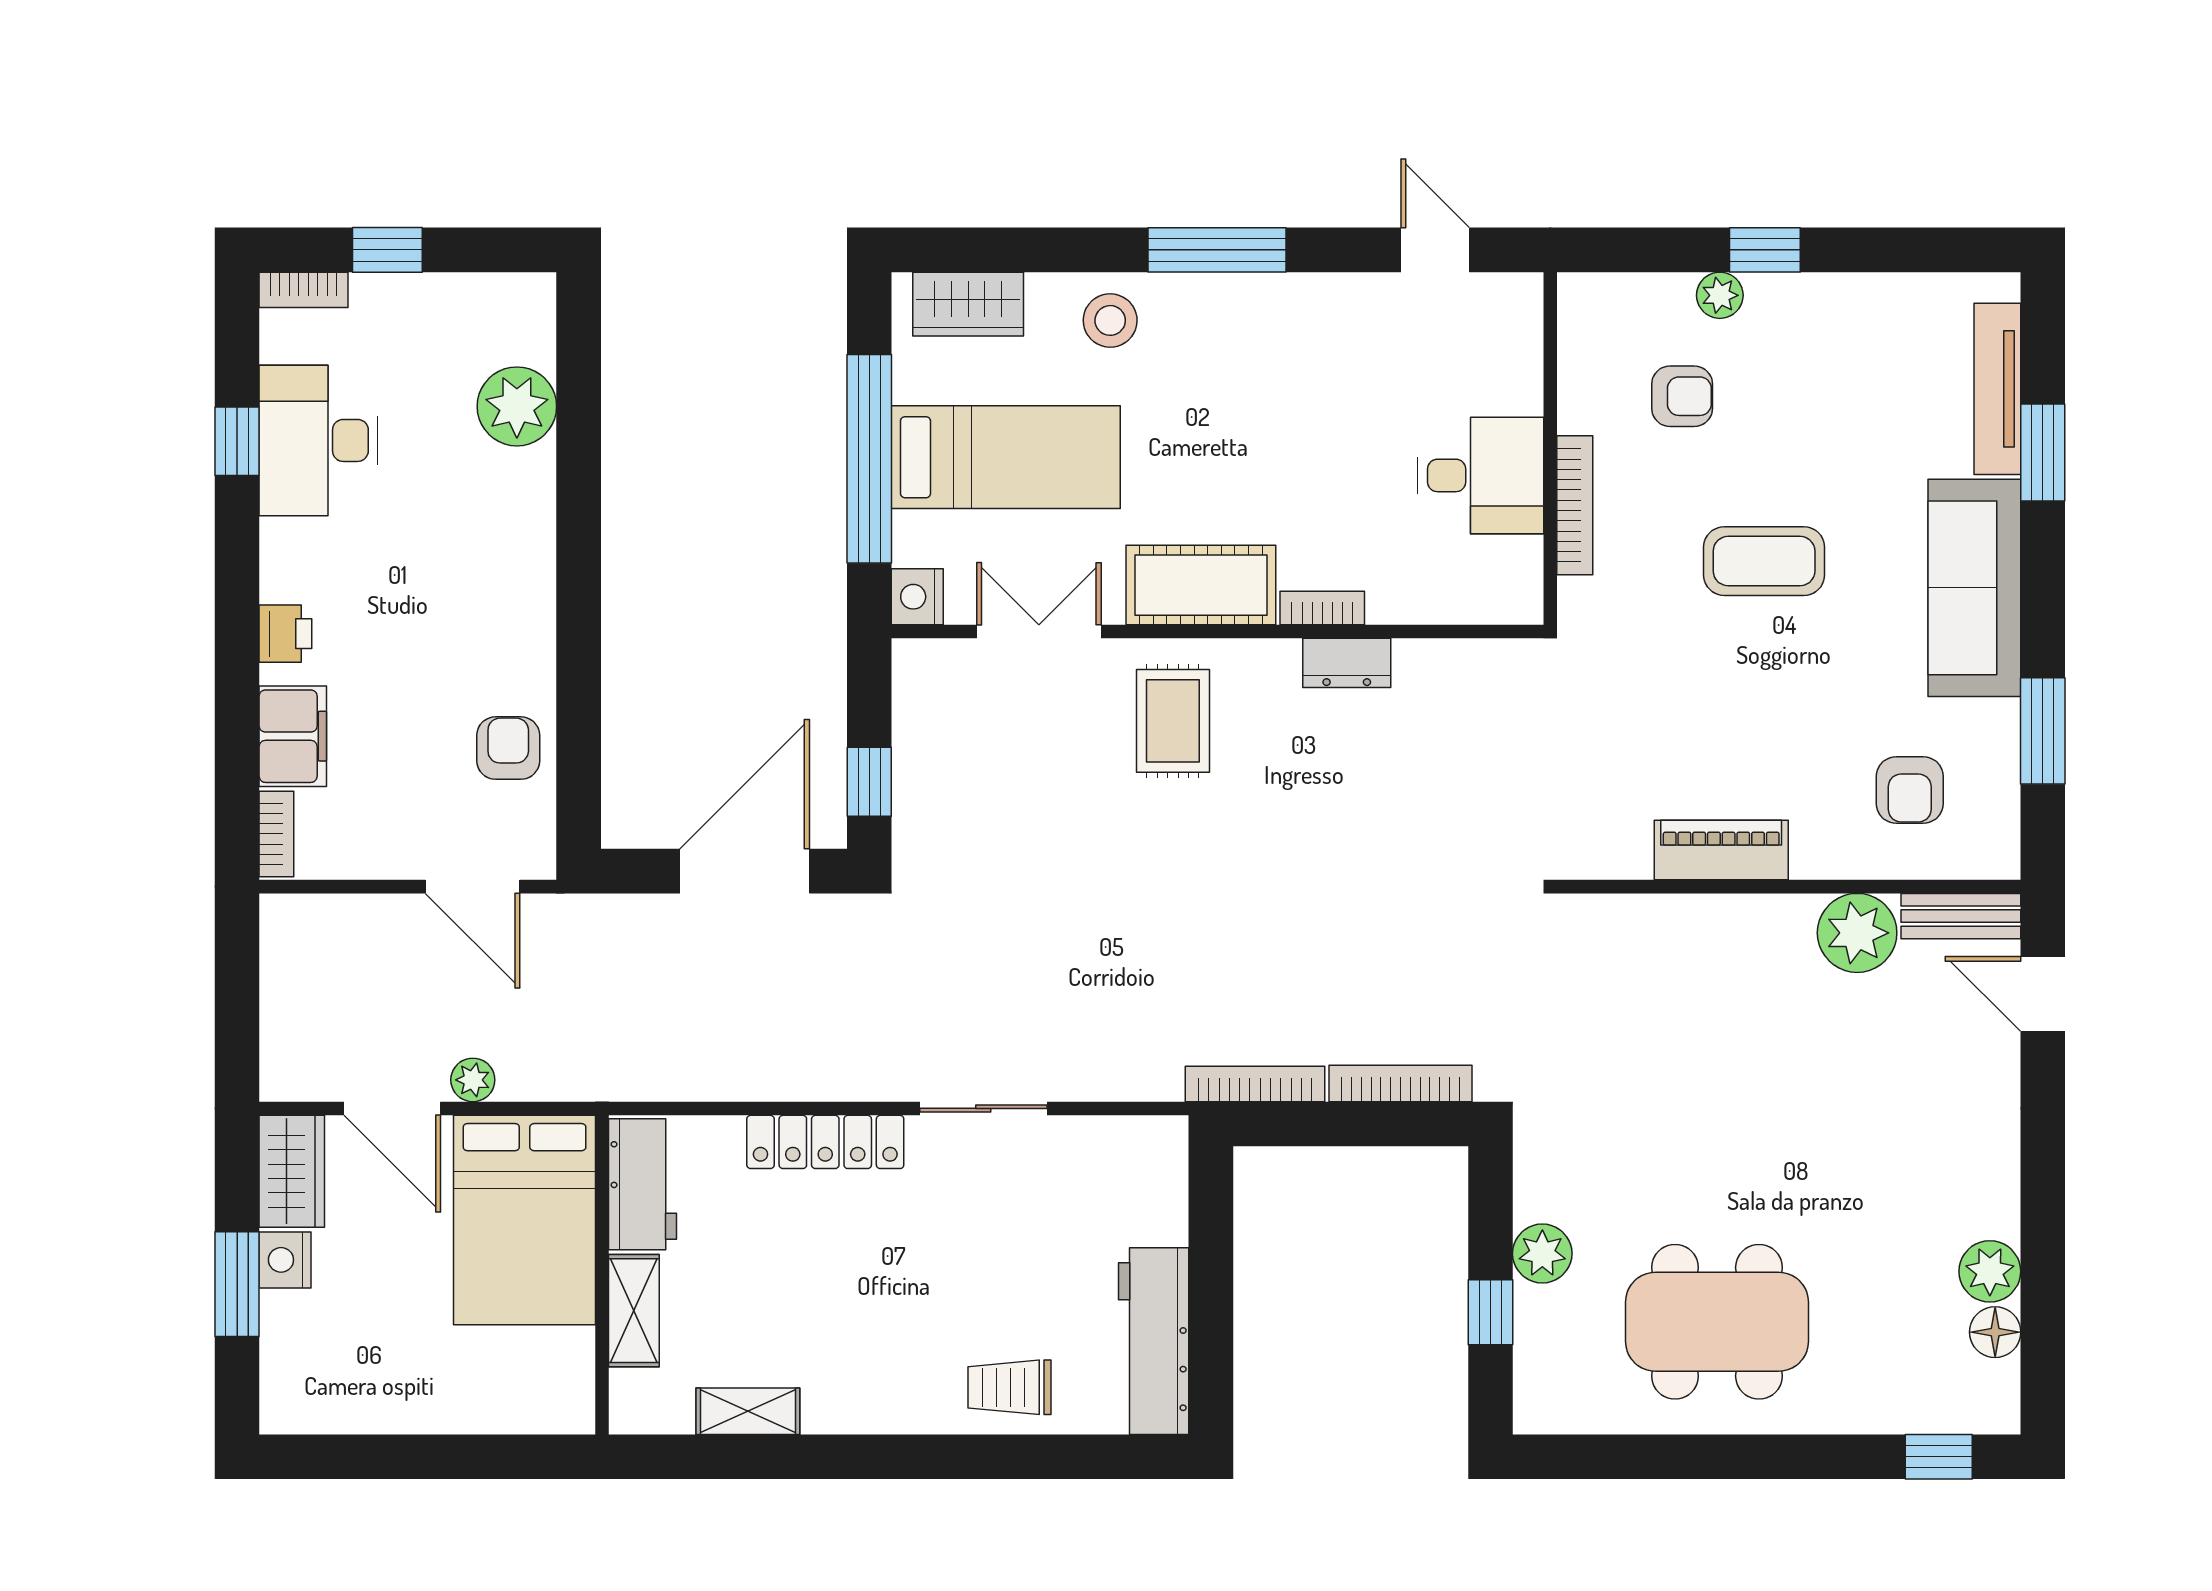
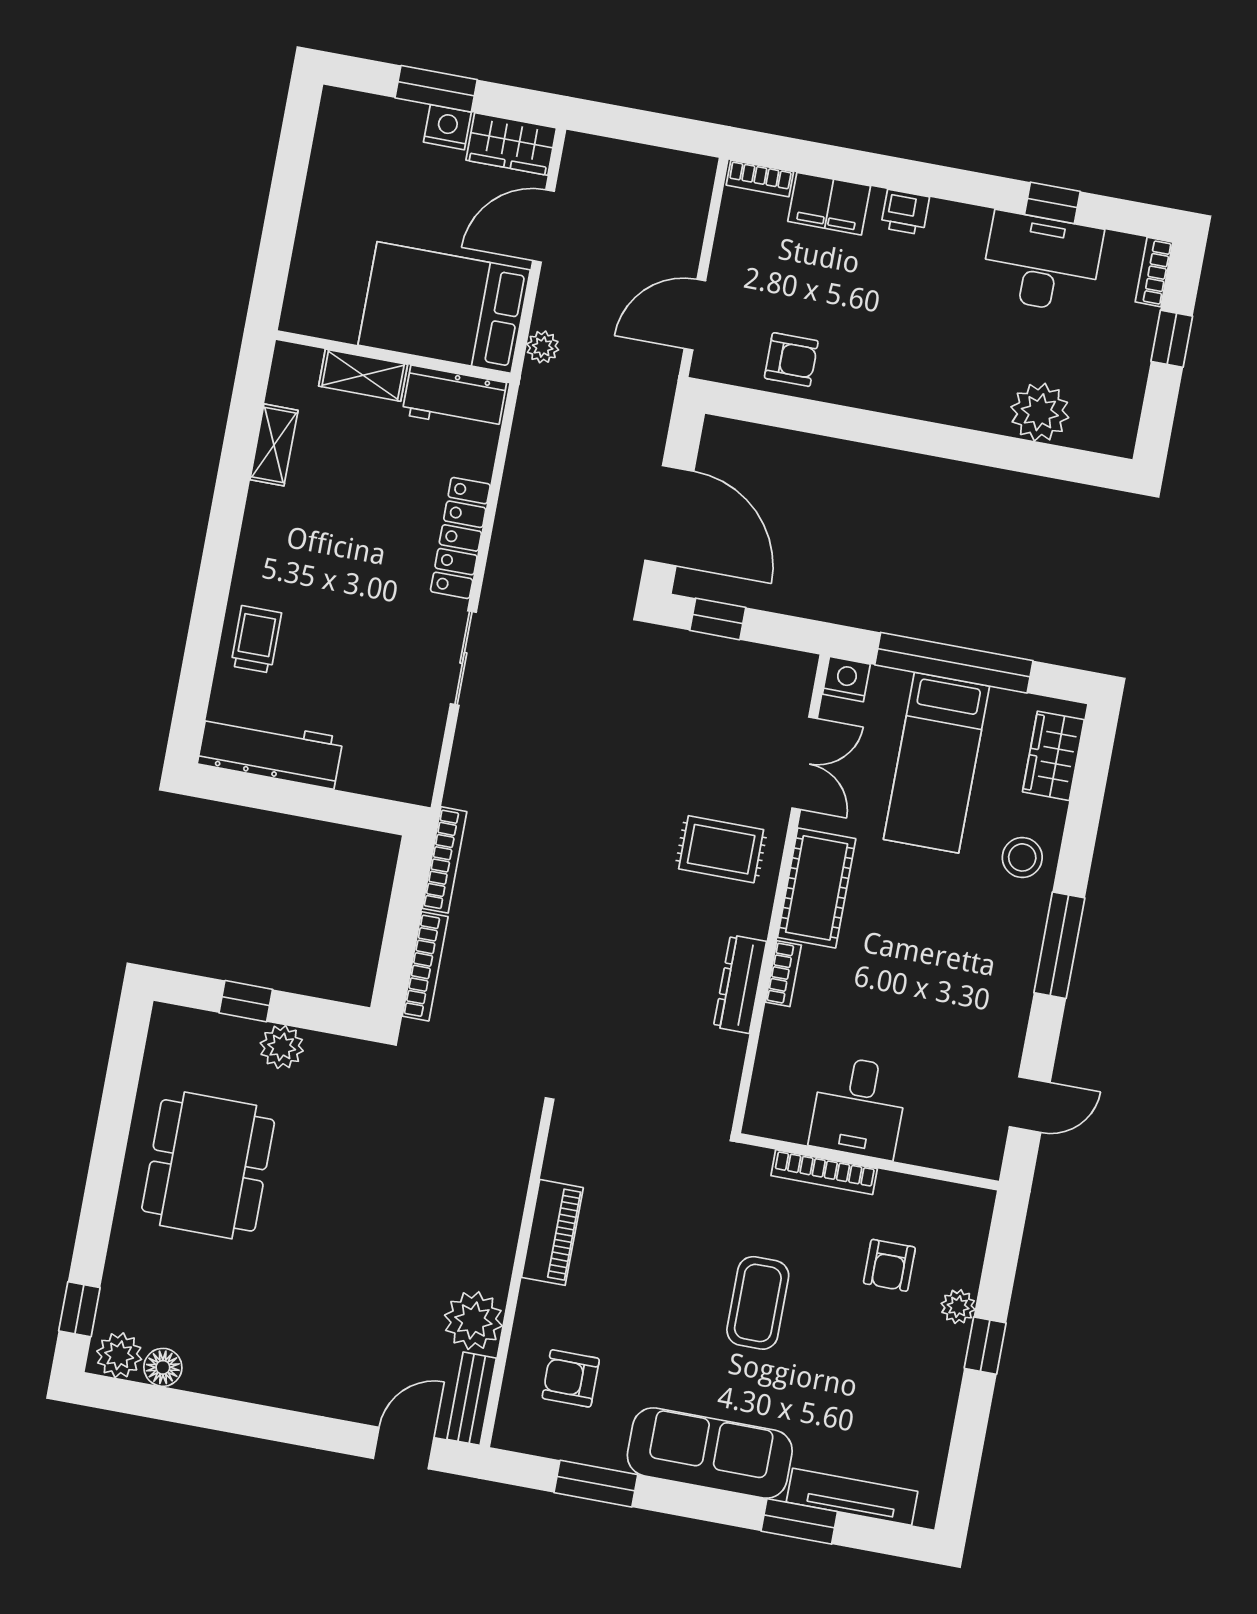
dresser: (1347, 663) -> (740, 984), width x1.44
plant: (473, 1080) -> (543, 347), moved
plant: (1990, 1271) -> (119, 1355), moved

